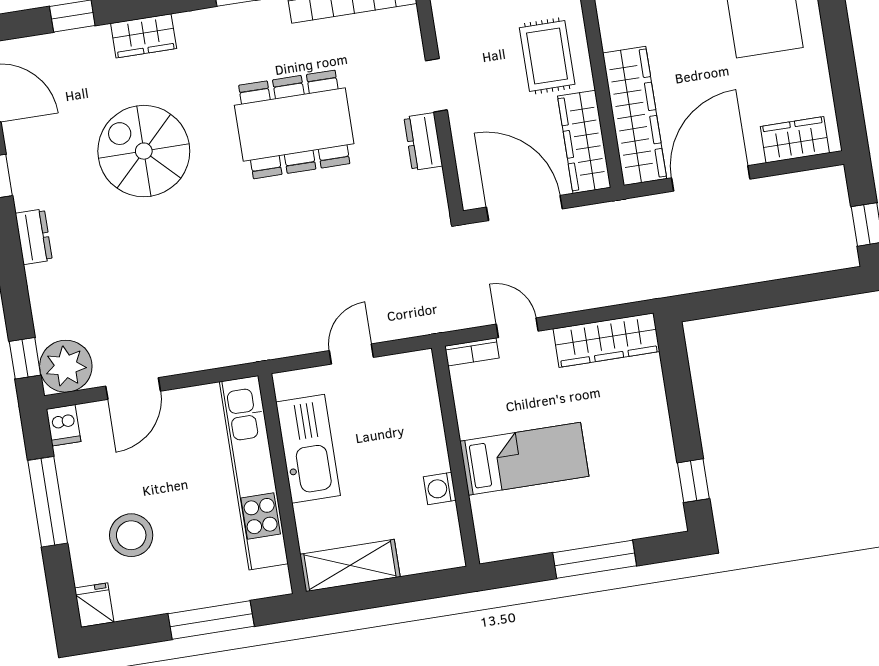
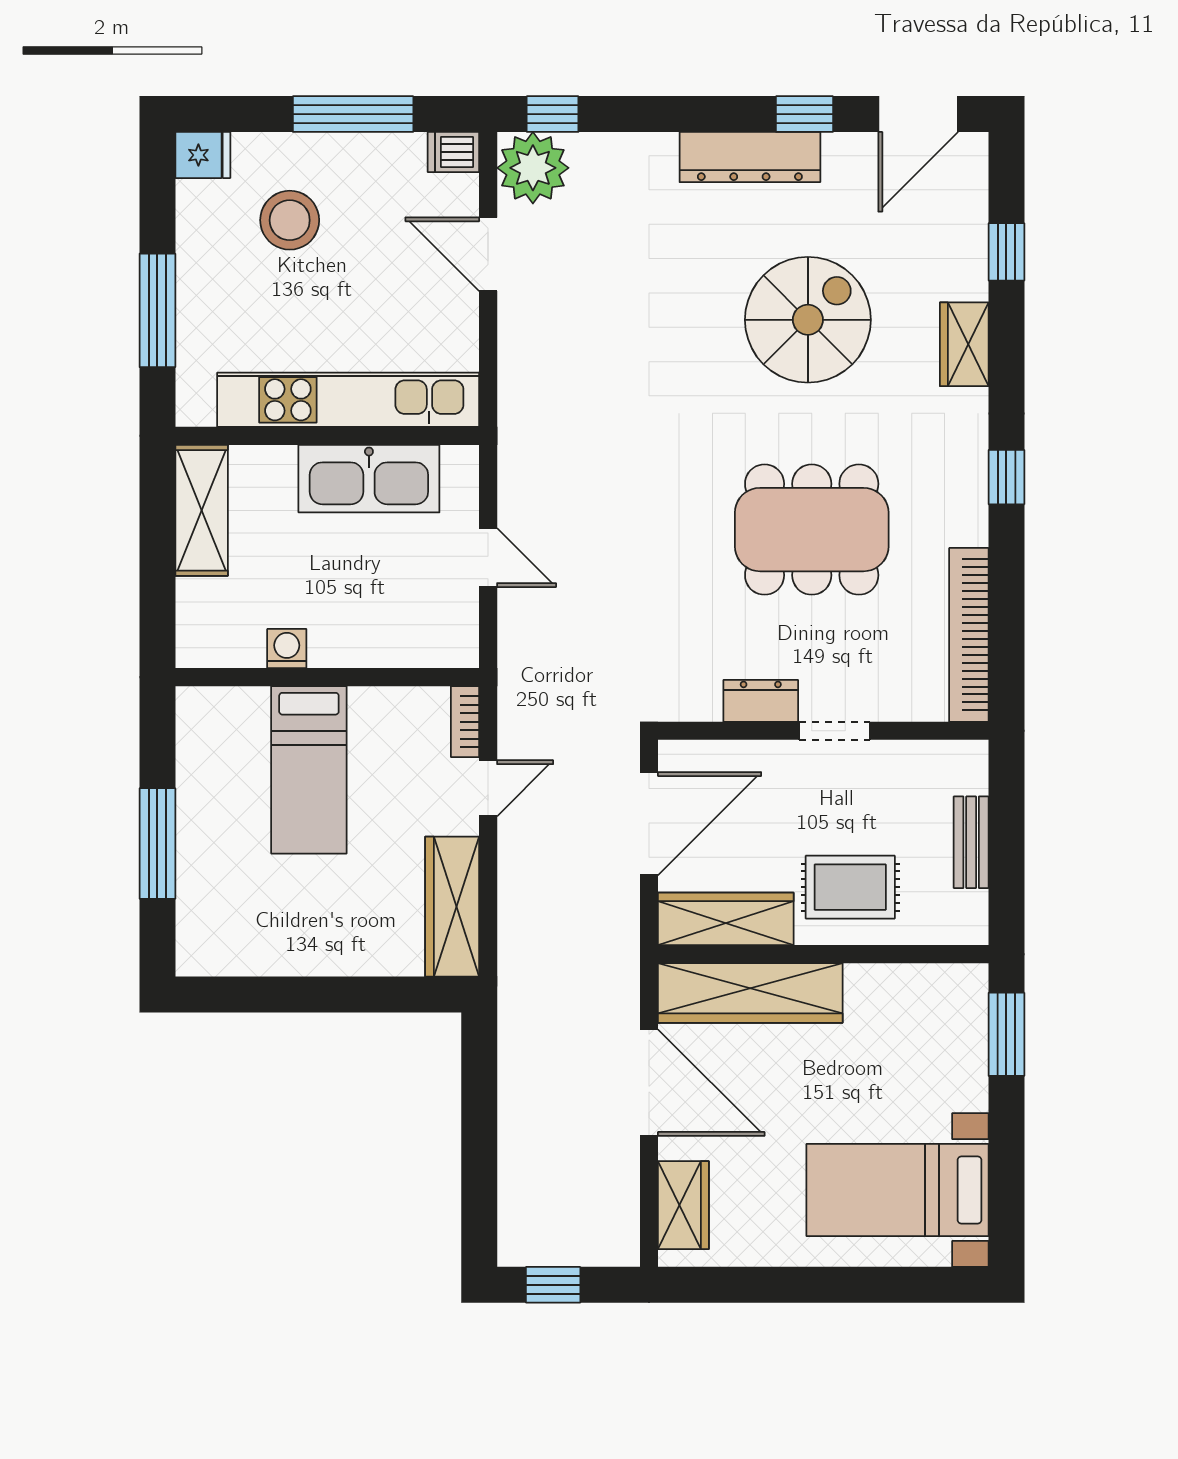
dining table: (294, 124) -> (812, 530), turned 90
dresser: (34, 237) -> (750, 157), width x1.96, depth x1.24
window: (693, 481) -> (243, 994), removed

